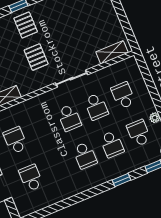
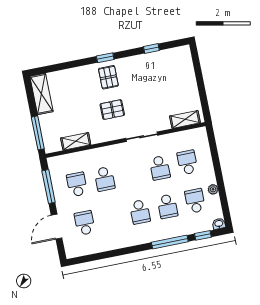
pallet: (36, 57) -> (112, 110), turned 90
school desk: (69, 118) -> (105, 179), moved
window: (121, 180) -> (170, 242), width x2.17

